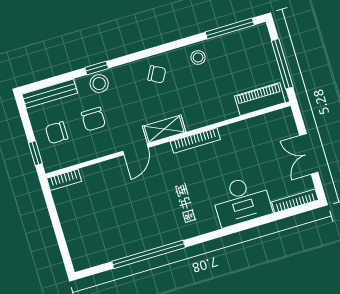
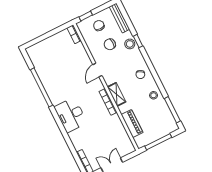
piano: (260, 99) -> (132, 124), moved
shelving: (164, 129) -> (117, 94), moved
door: (135, 149) -> (97, 70), hinge flipped
desk: (242, 201) -> (71, 115), moved

